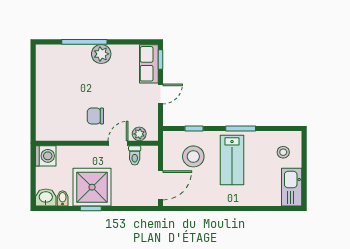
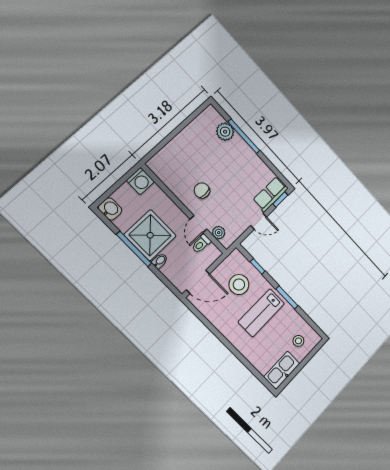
plant: (101, 54) -> (225, 132), moved
door: (118, 143) -> (198, 224), swing flipped
bidet: (63, 198) -> (160, 261), moved
window: (91, 209) -> (134, 249), width x2.17

